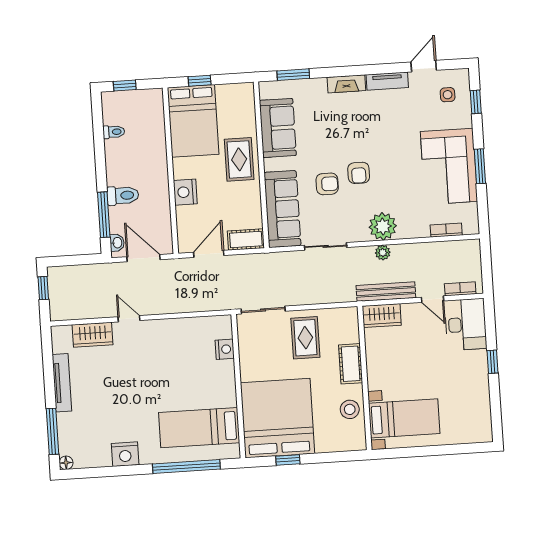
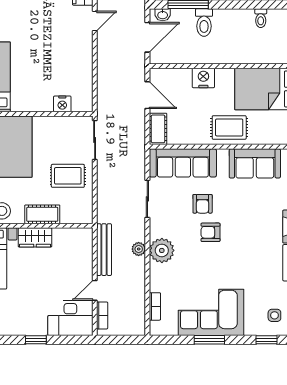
wardrobe: (382, 316) -> (35, 237), moved, turned -90

